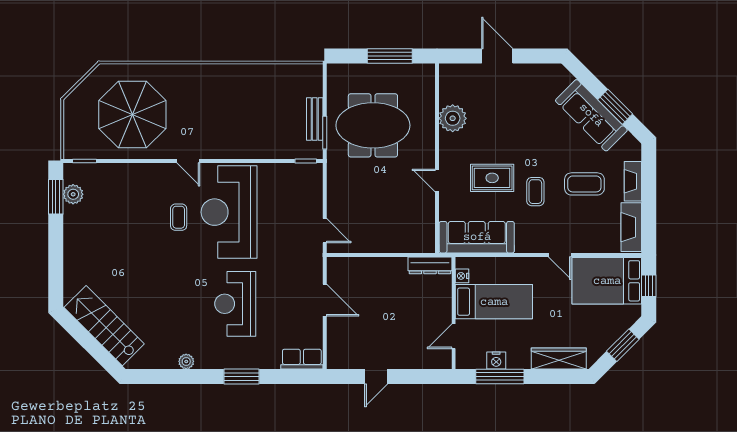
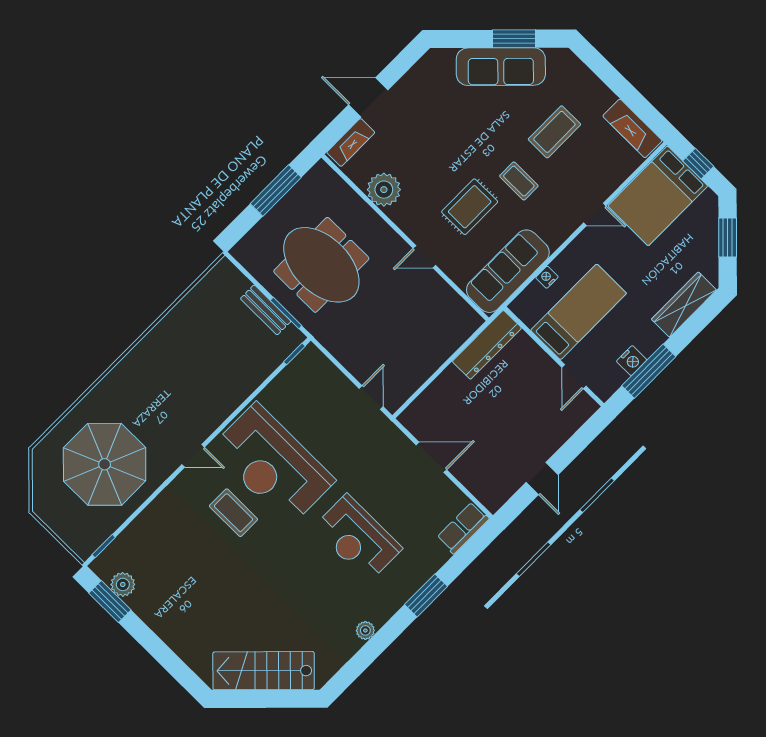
meeting table: (373, 125) -> (321, 265), turned 90
fireplace: (633, 181) -> (351, 142), moved, turned -90
coffee table: (179, 217) -> (234, 513), width x1.36, depth x1.30
door: (325, 231) -> (371, 397), hinge flipped
dresser: (430, 265) -> (487, 345), width x1.37, depth x1.24
nightstand: (462, 276) -> (547, 277), moved, turned 90

